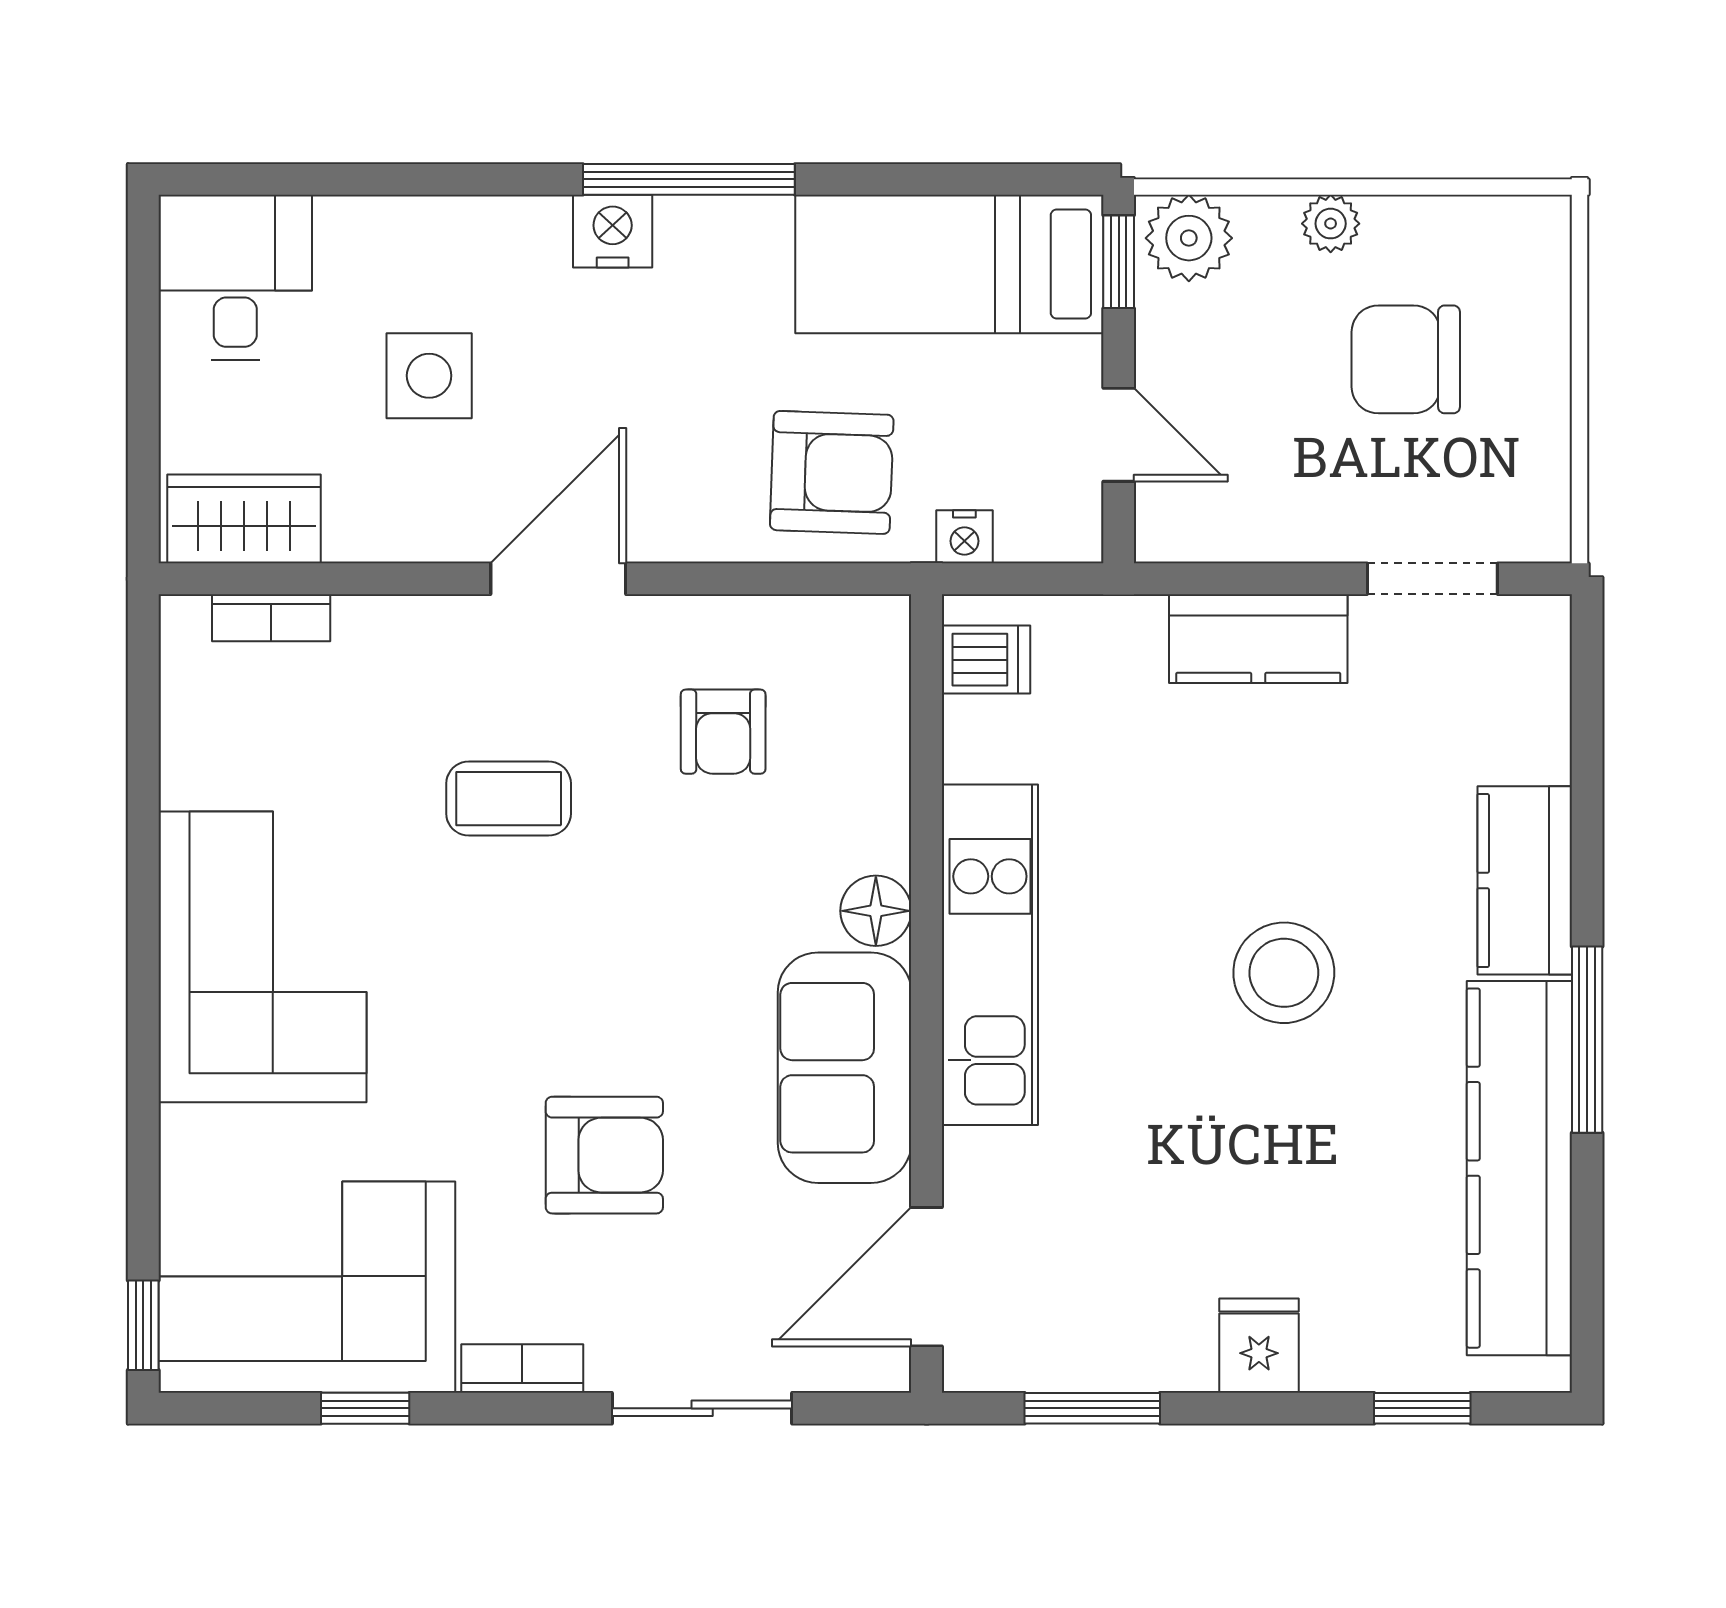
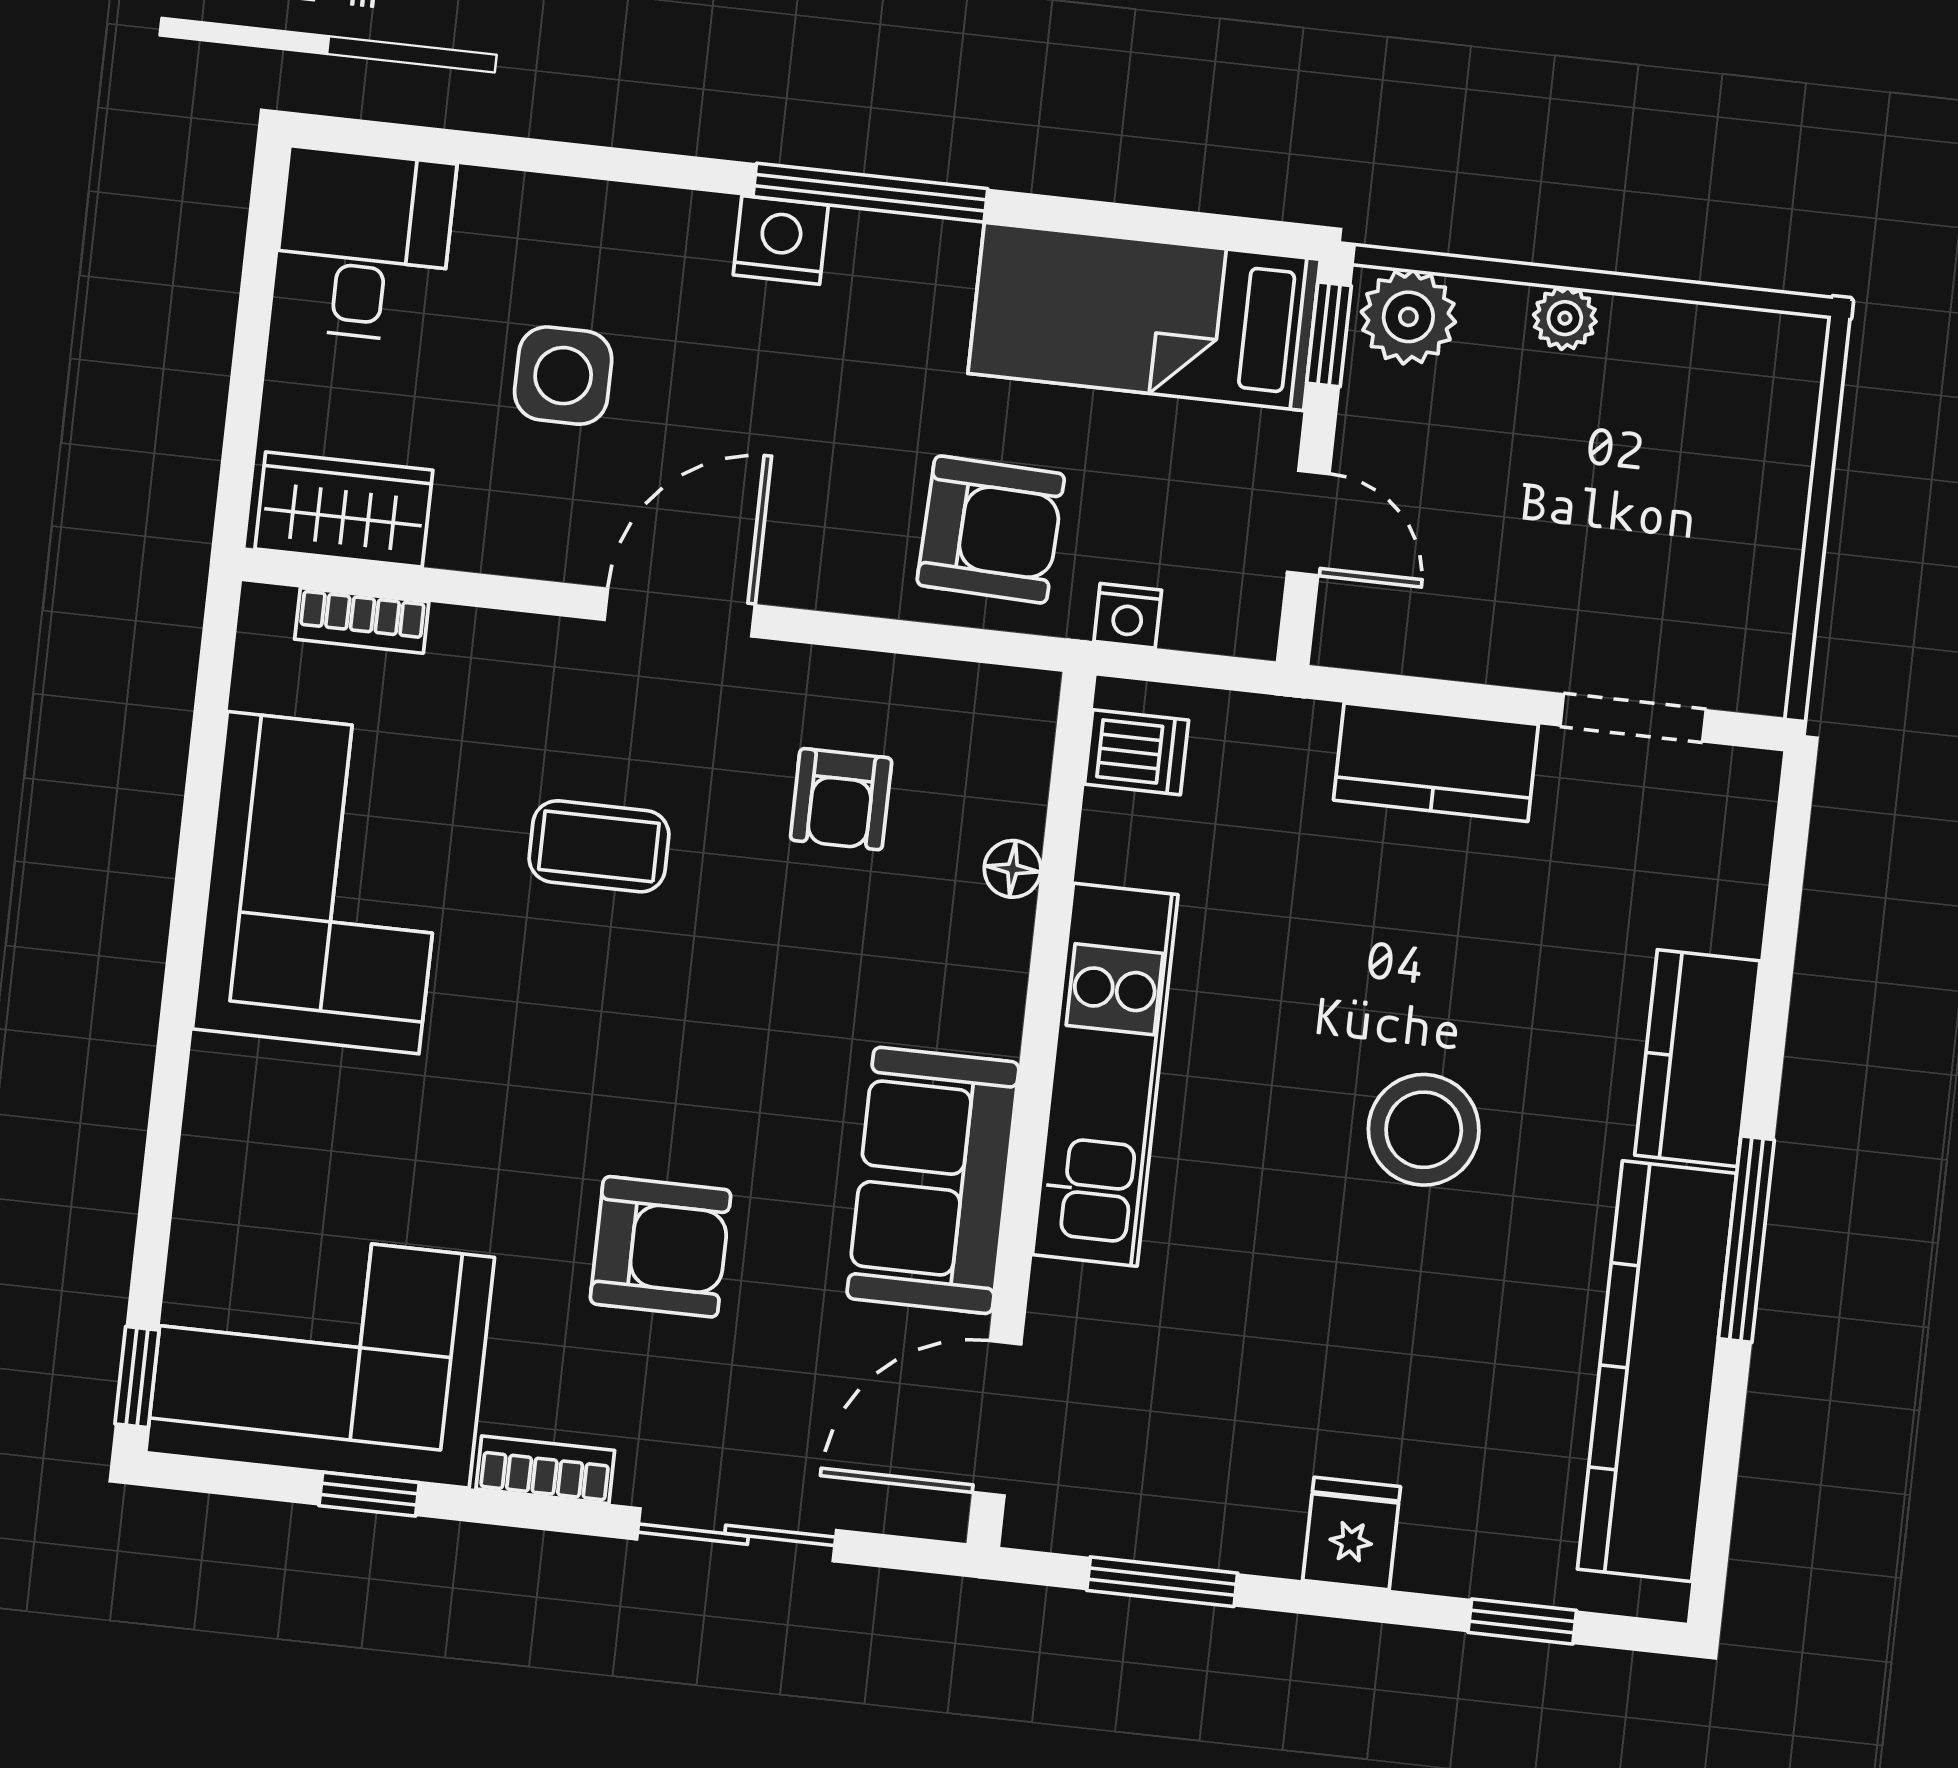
chair: (1406, 359) -> (1630, 475), removed
floor lamp: (876, 911) -> (1013, 869), moved, width x0.73, depth x0.73
corner sofa: (262, 957) -> (323, 883), moved

